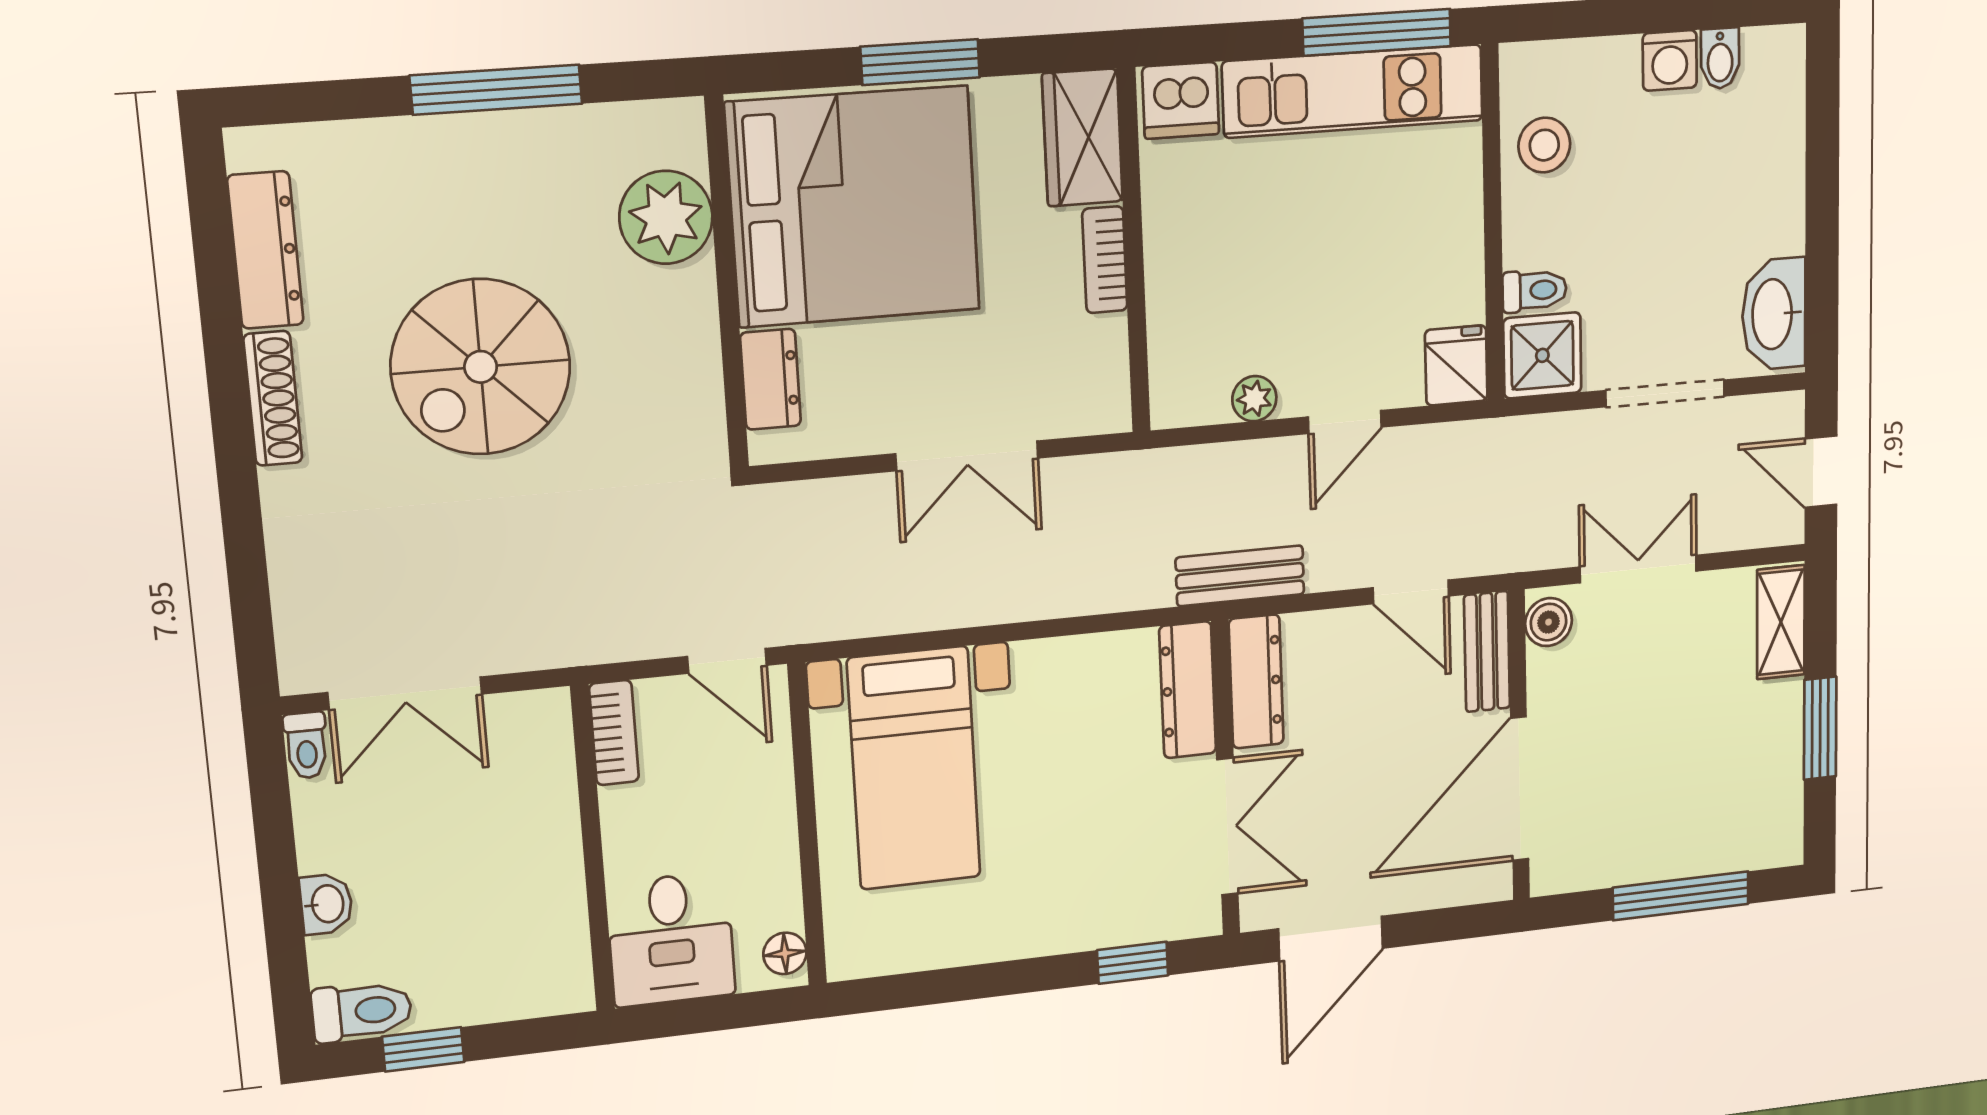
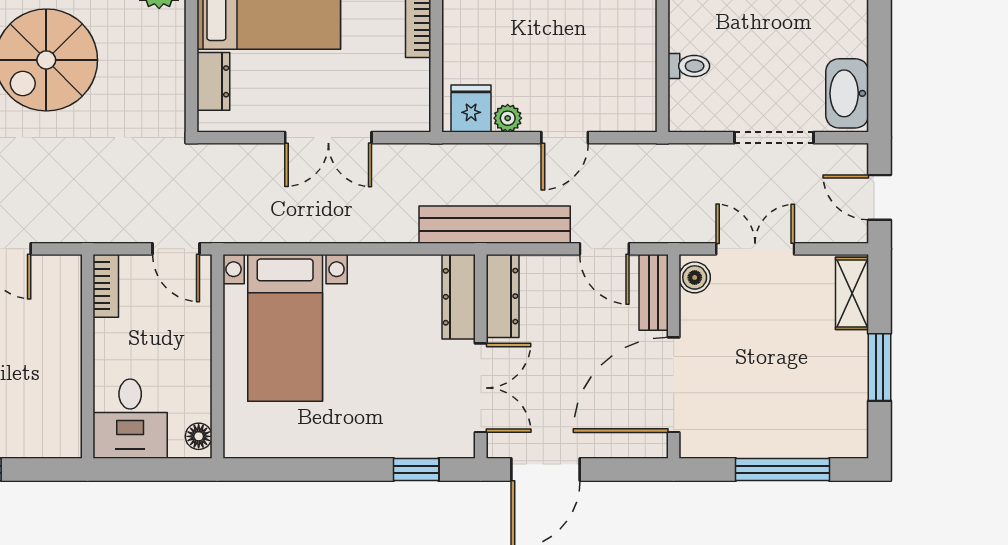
shower: (1542, 355) -> (693, 107), removed
fridge: (1456, 365) -> (471, 109), moved
bench: (1240, 576) -> (495, 225), width x1.86, depth x1.21

